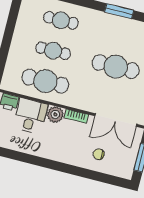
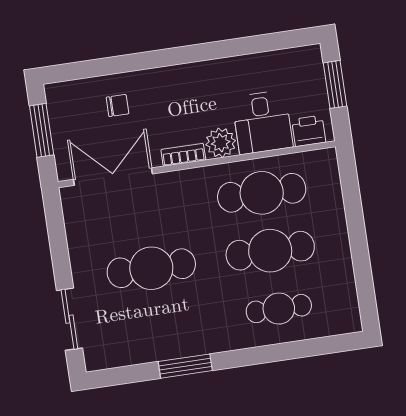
cafe table: (53, 51) -> (270, 251), width x1.37, depth x1.35

